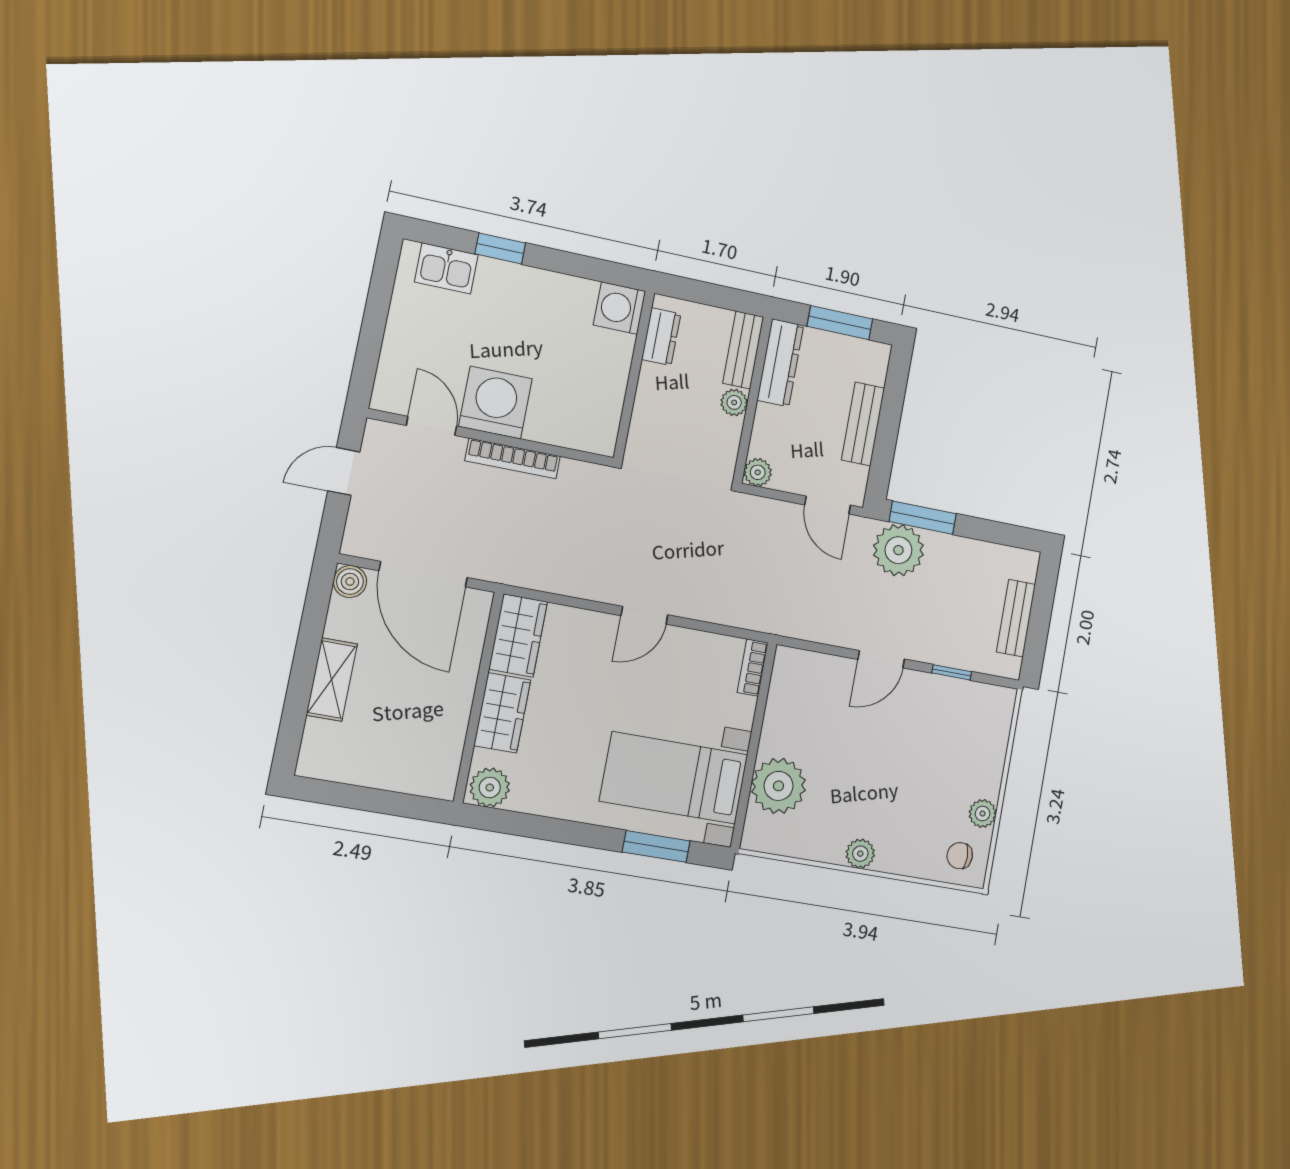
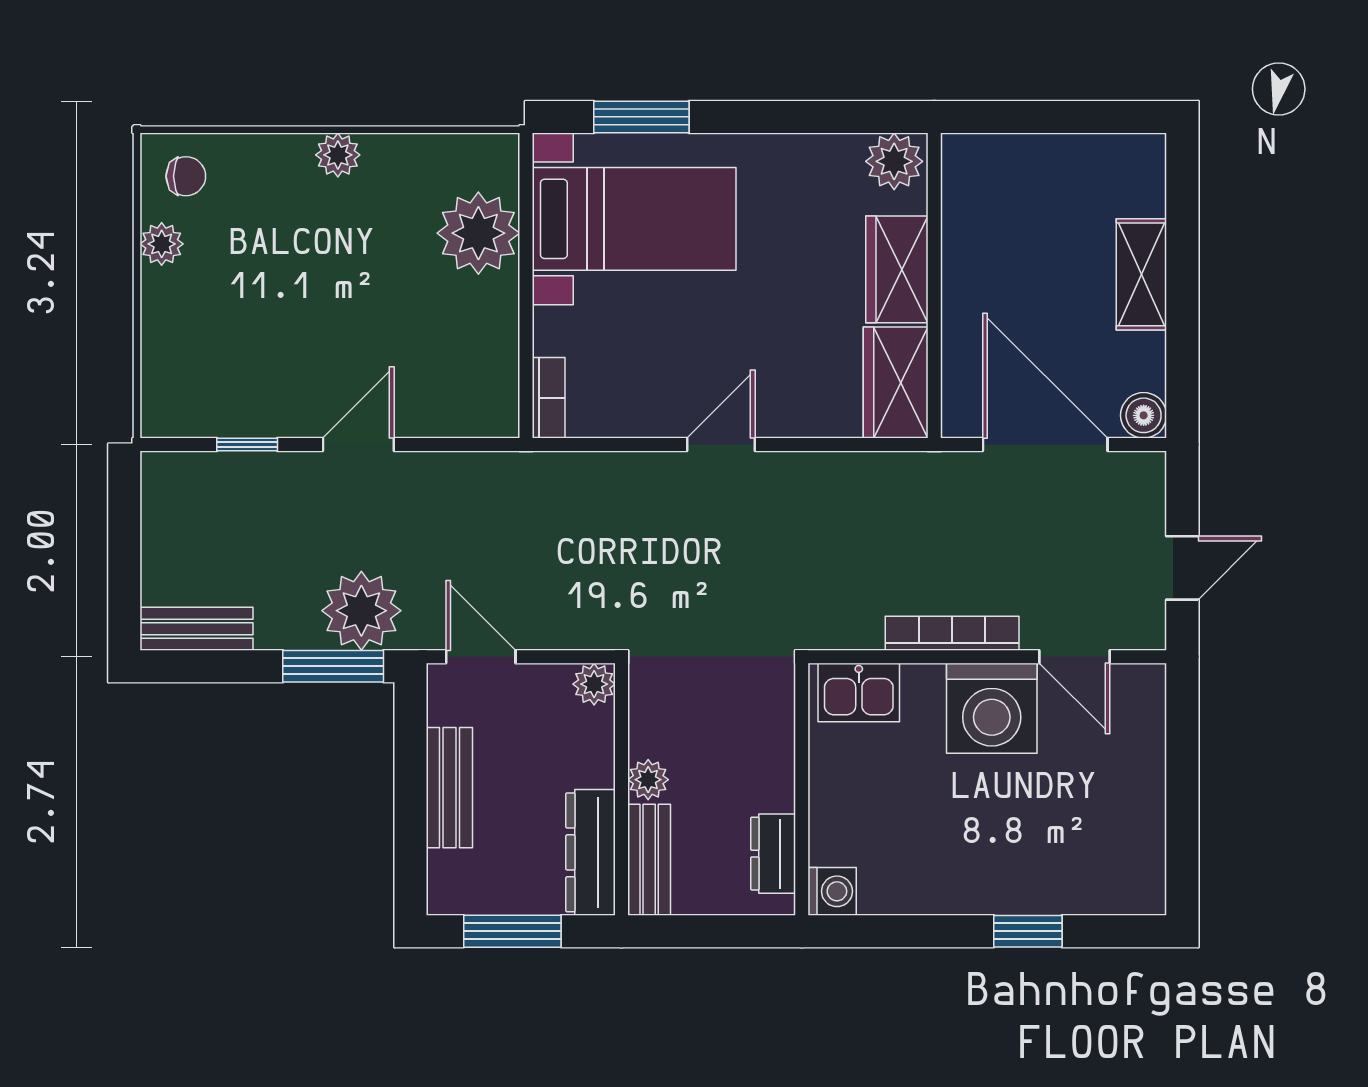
kitchen sink: (446, 268) -> (859, 692), moved, turned 180
washing machine: (620, 308) -> (832, 891), width x0.73, depth x0.73
bench: (1016, 618) -> (197, 629), moved, turned 90

